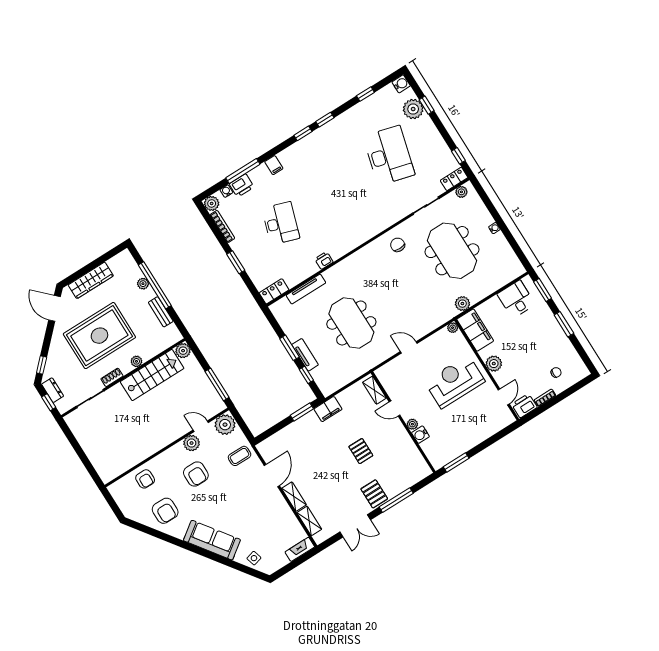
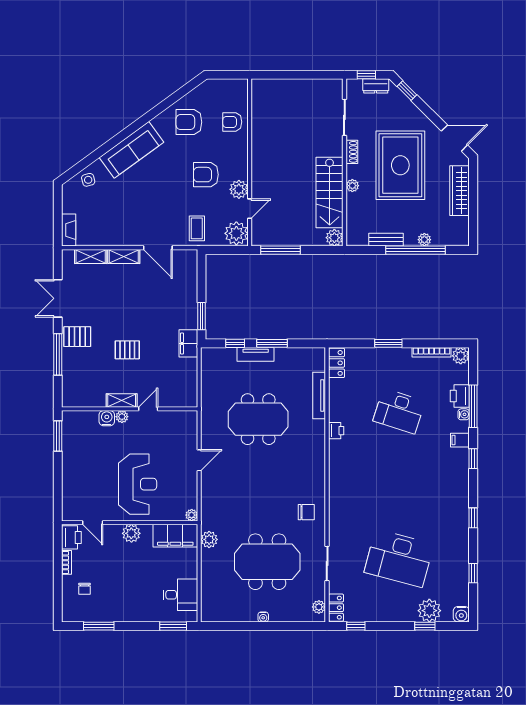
window: (303, 133) -> (473, 459), moved
water cooler: (226, 191) -> (464, 414), moved
window: (564, 324) -> (99, 626), moved
shelving: (374, 390) -> (122, 400), moved

